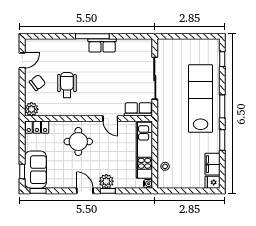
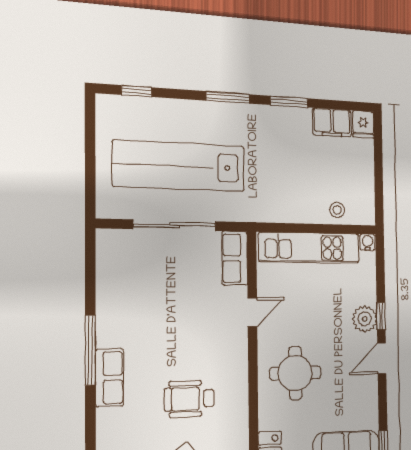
row of seats: (102, 45) -> (110, 378), moved
lab bench: (201, 98) -> (179, 166), moved

